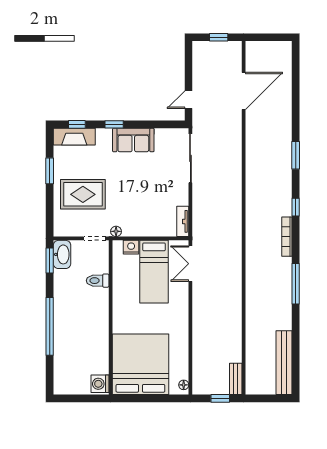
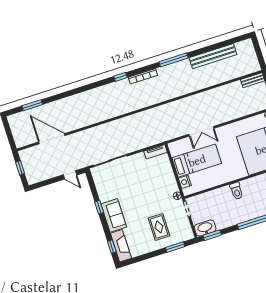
window: (114, 124) -> (99, 207), moved
sofa: (133, 140) -> (114, 215), moved
window: (296, 155) -> (32, 105), moved
window: (50, 171) -> (175, 247), moved
rug: (83, 194) -> (159, 227), width x0.73, depth x0.70
double door: (190, 264) -> (201, 131), moved
toilet: (98, 281) -> (236, 191), moved
bench: (284, 363) -> (213, 56), moved

